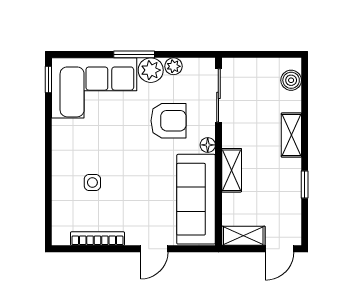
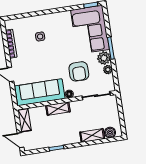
shelving: (291, 135) -> (92, 135), moved

